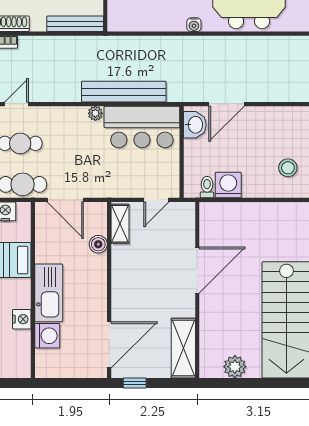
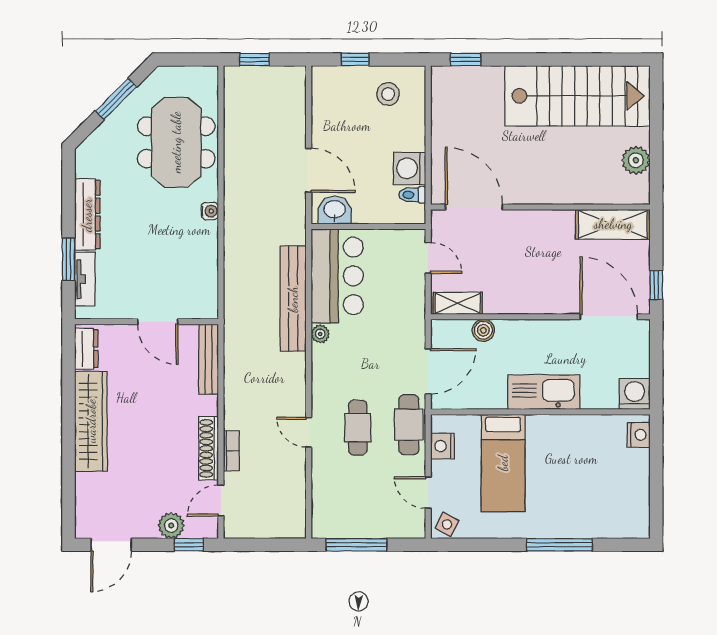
door: (197, 270) -> (474, 207), moved
nightstand: (22, 319) -> (639, 435), moved, turned 90
washing machine: (47, 336) -> (635, 394), moved

